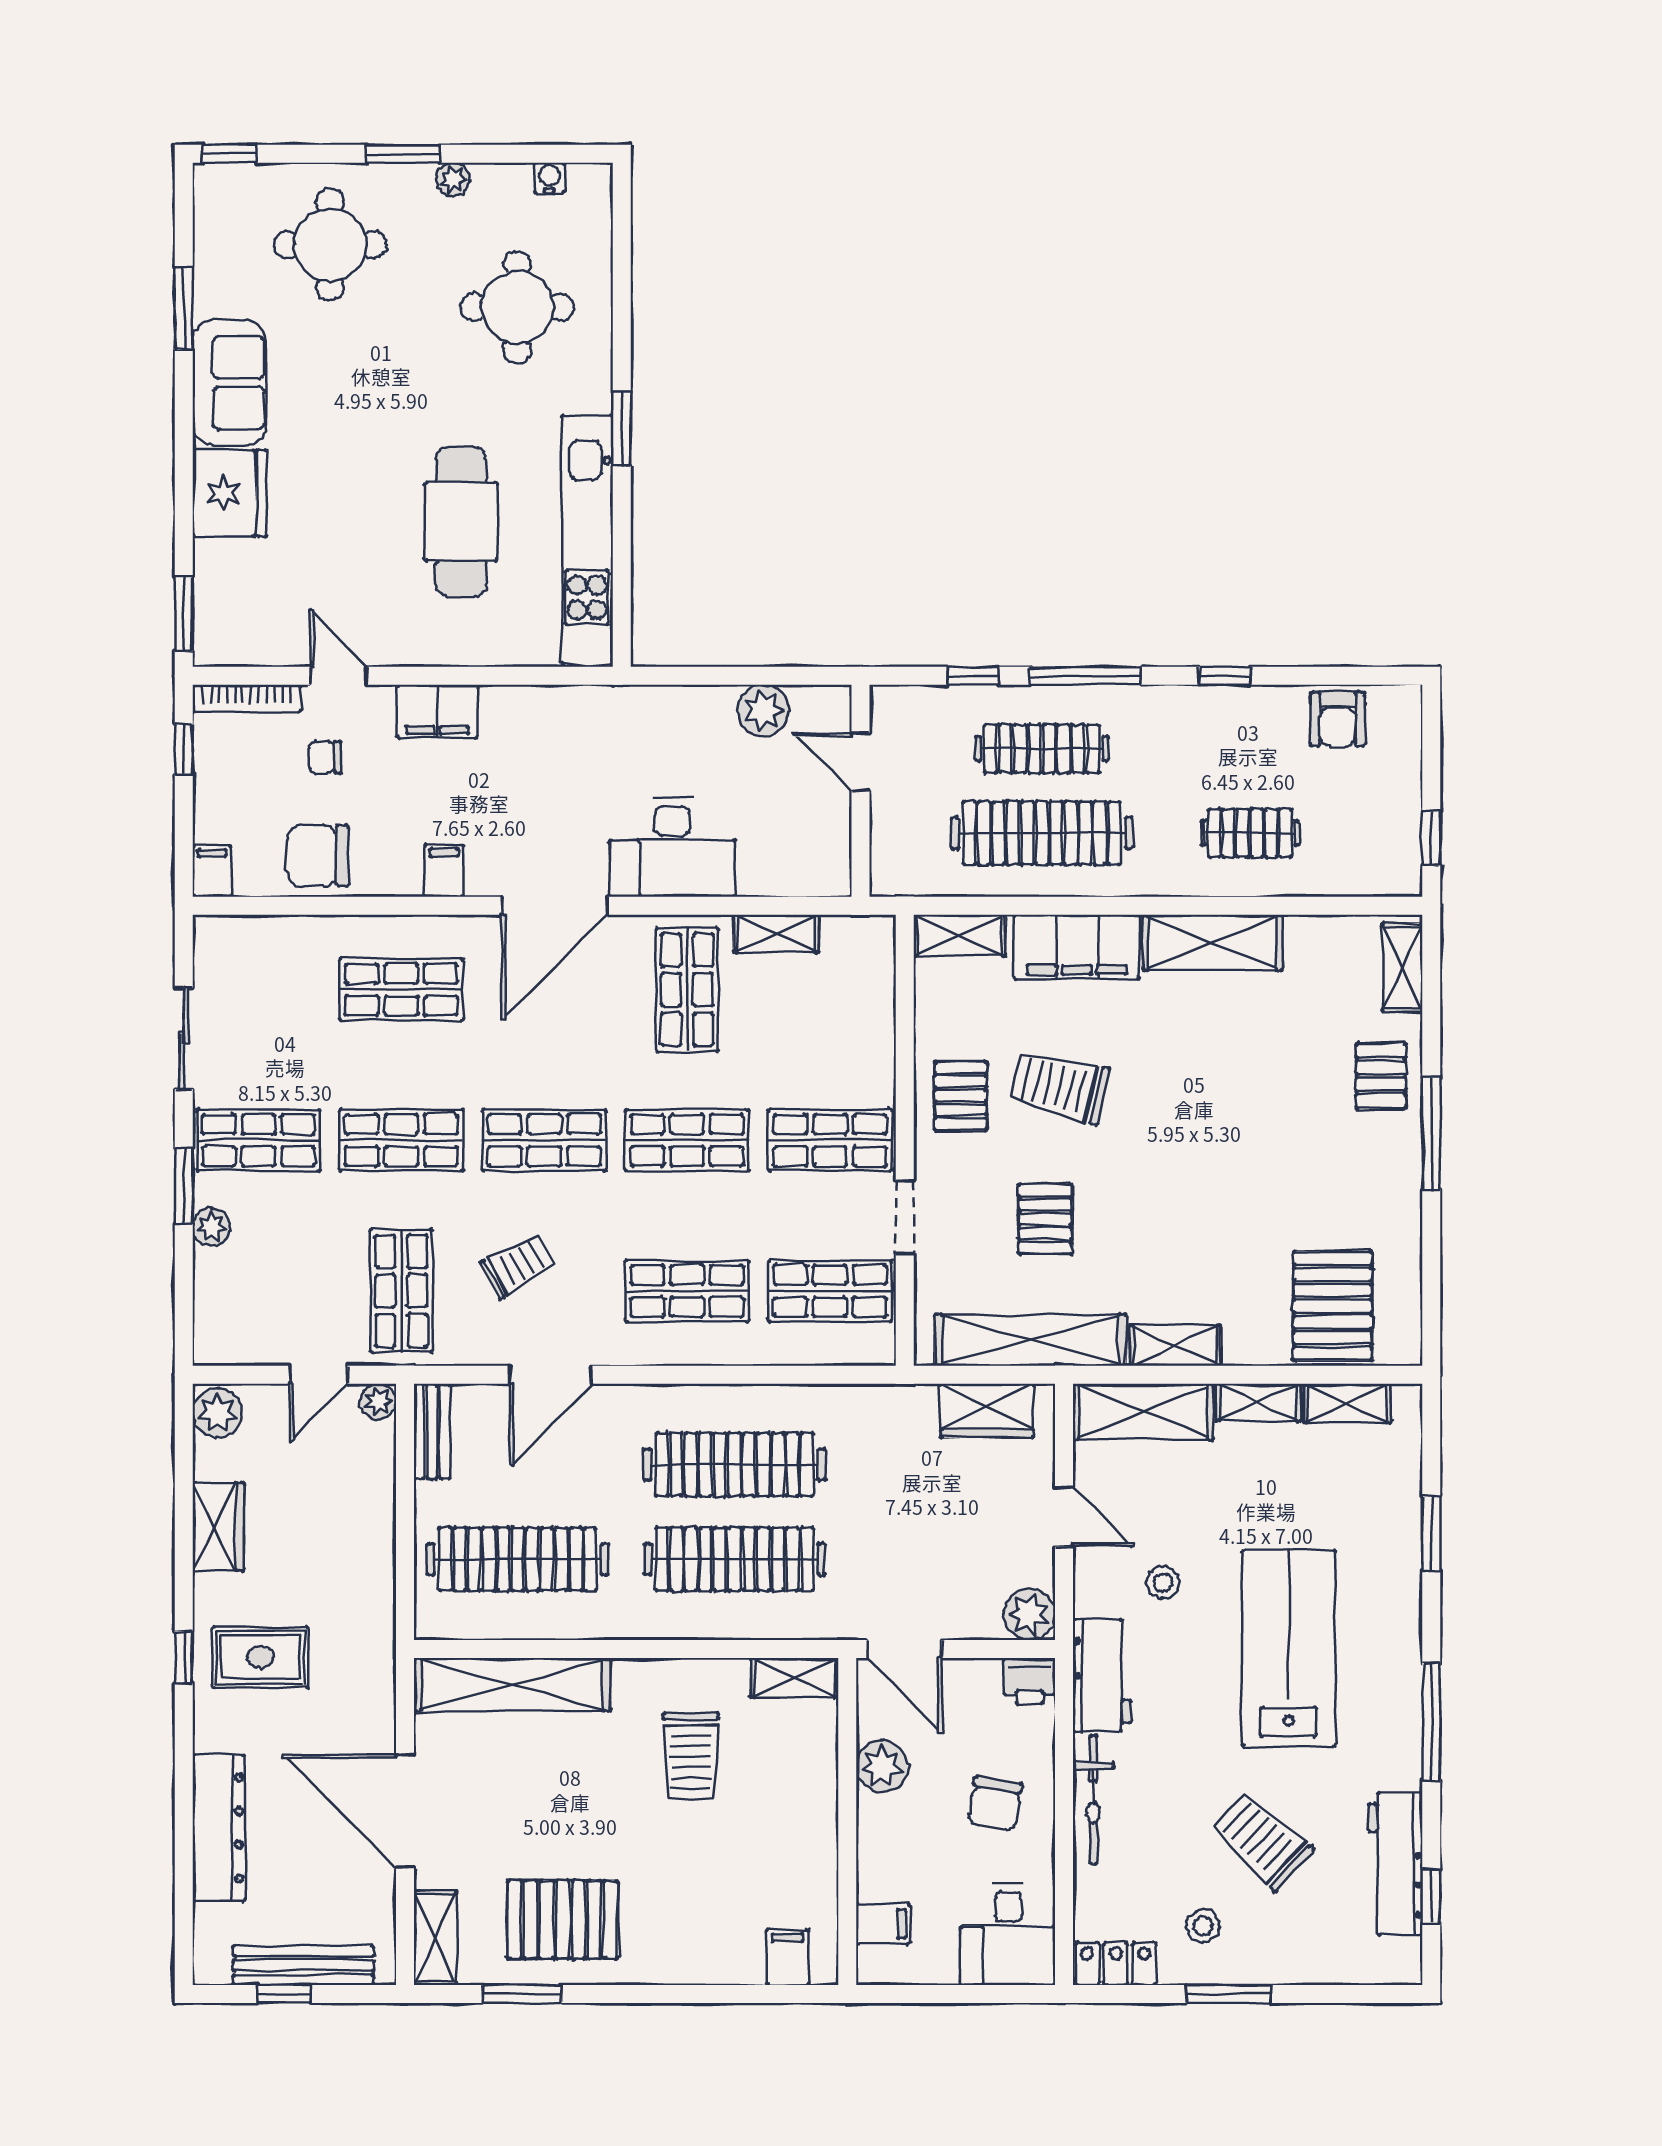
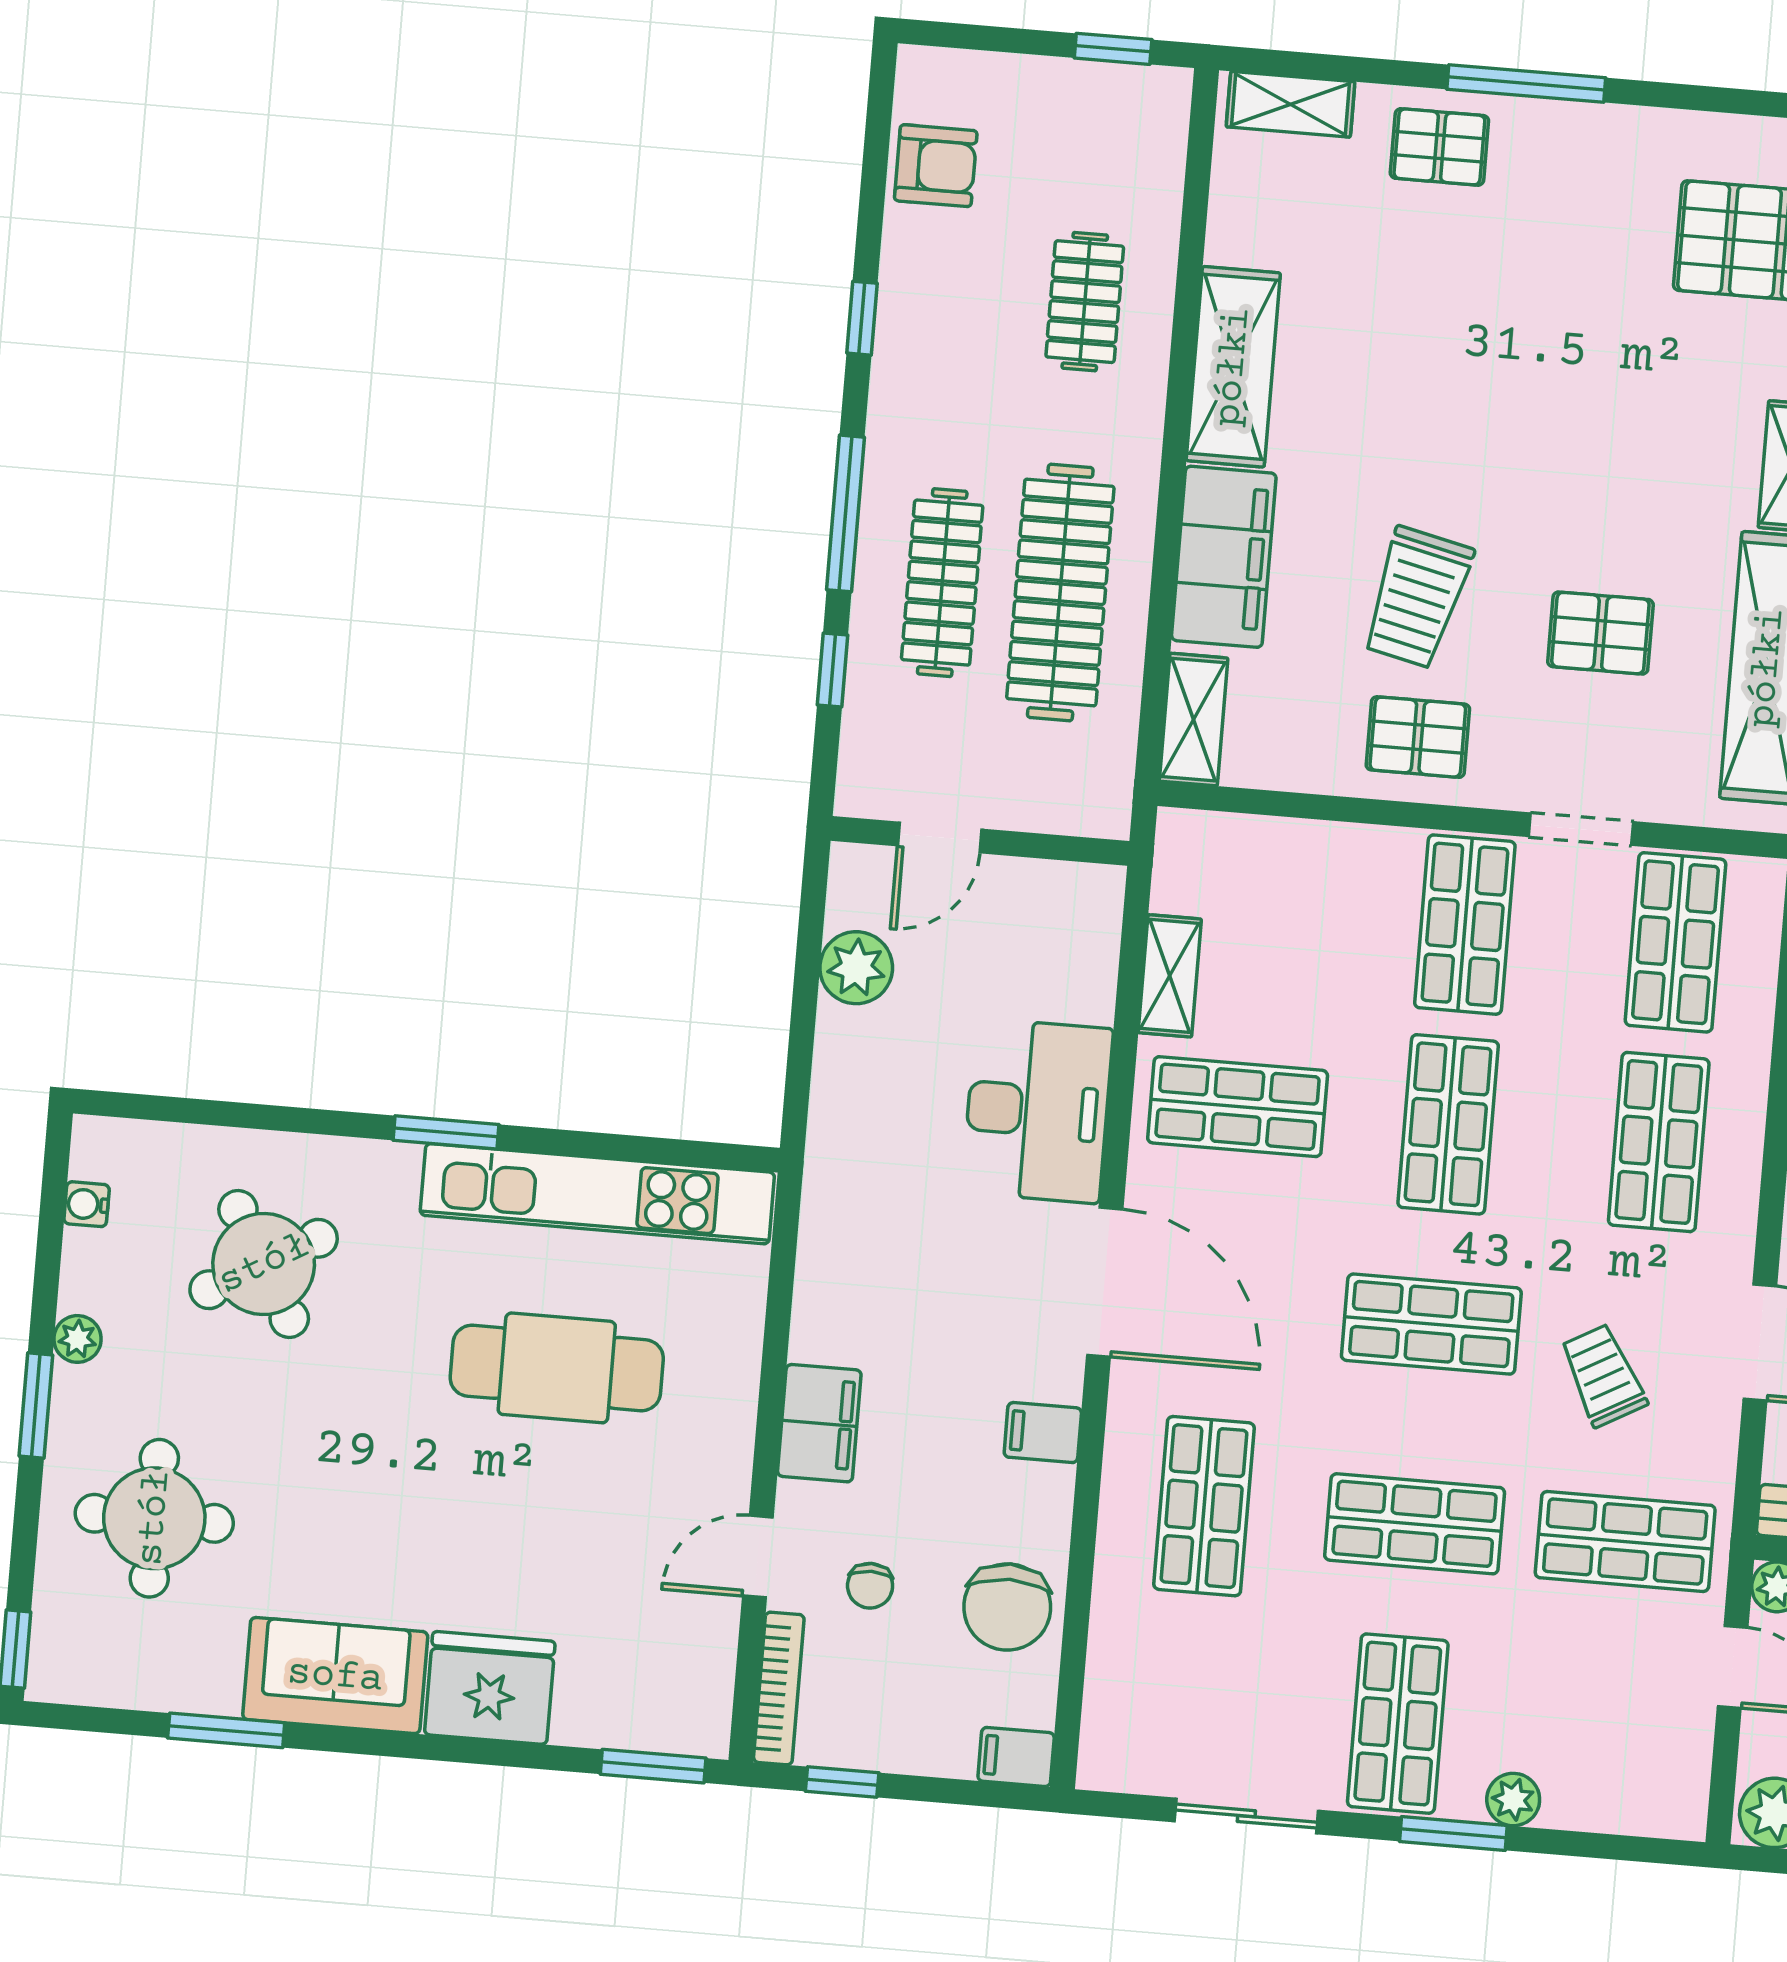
round table: (517, 307) -> (264, 1264), turned -30
shop shelf: (401, 1140) -> (1415, 1524), turned 90
shop shelf: (544, 1140) -> (1431, 1324), turned 90

